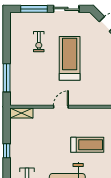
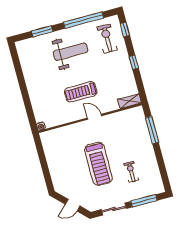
door: (61, 107) -> (94, 117), swing flipped
treadmill: (87, 145) -> (81, 92), moved

